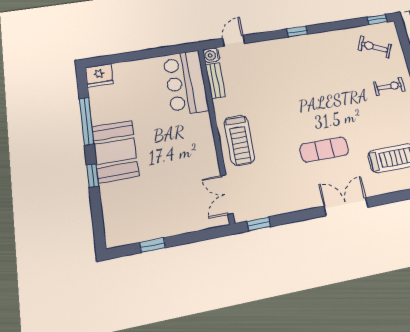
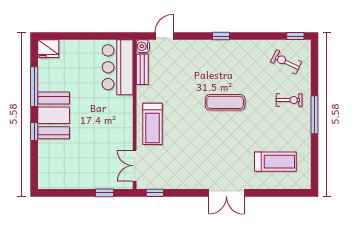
exercise mat: (324, 150) -> (225, 102), moved
double door: (346, 207) -> (226, 193), swing flipped
window: (153, 245) -> (104, 193), moved

